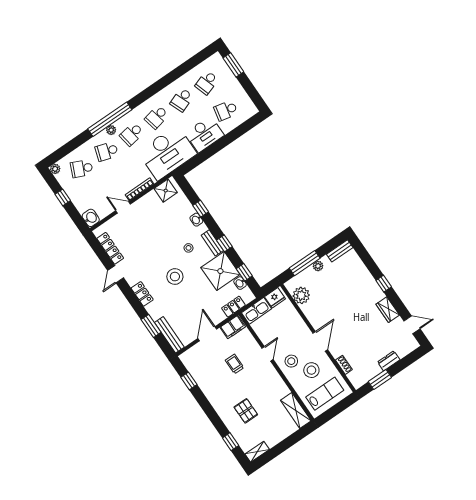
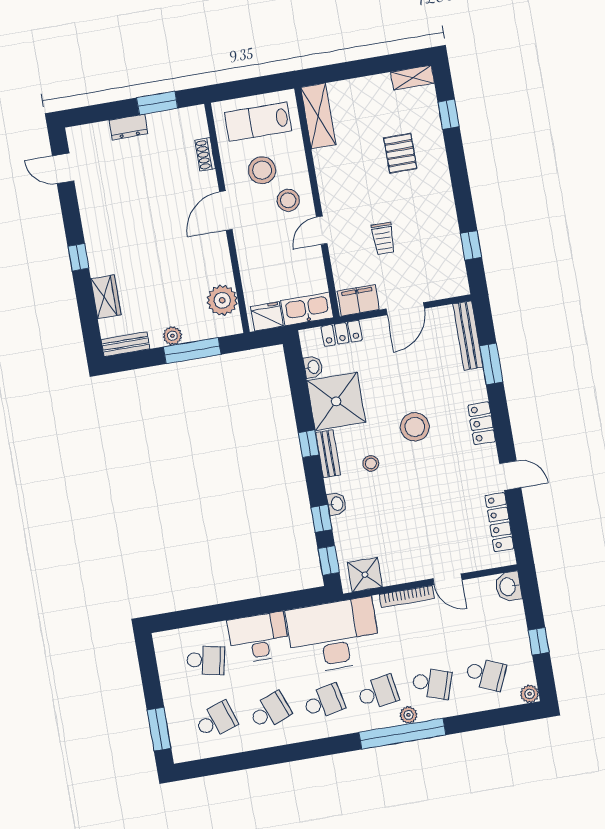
window: (244, 272) -> (329, 560), moved
door: (116, 274) -> (510, 476), hinge flipped
wardrobe: (388, 310) -> (106, 297), moved

